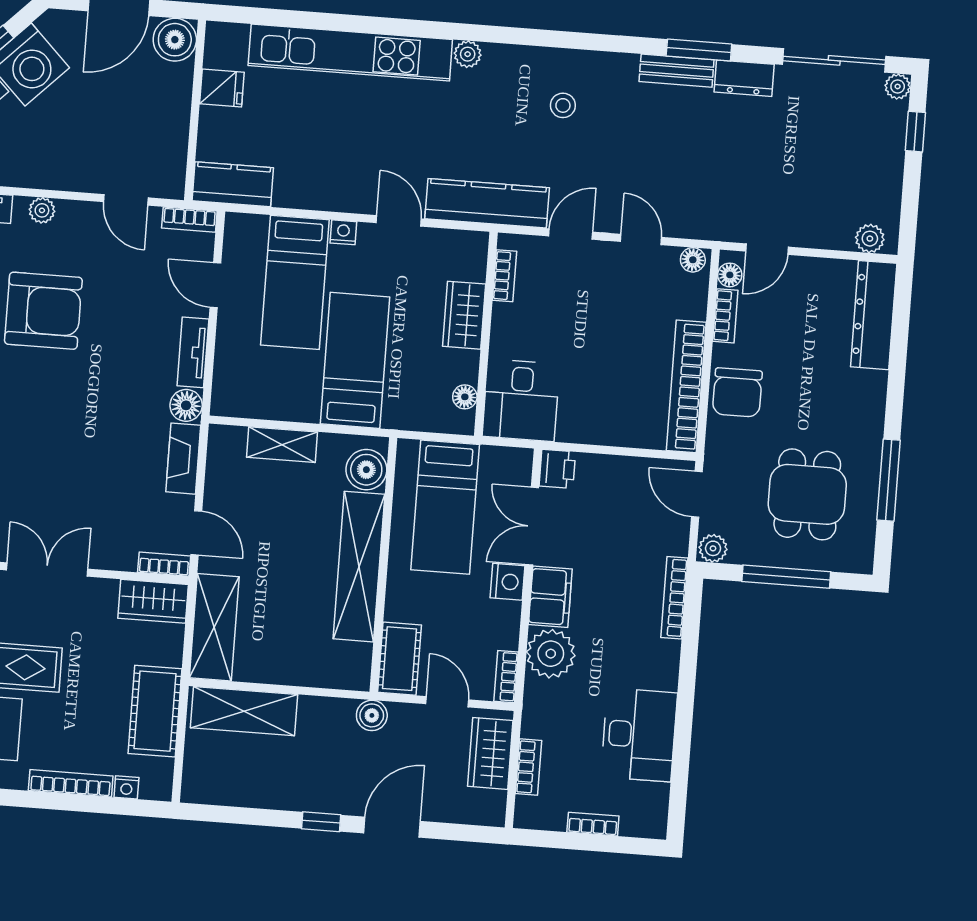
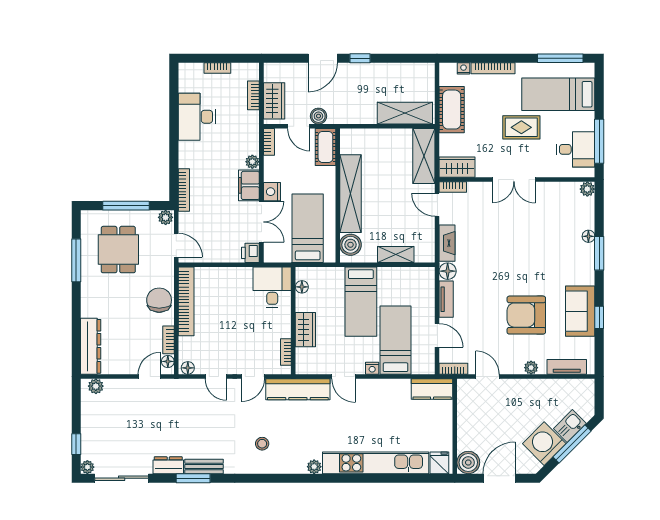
fridge: (222, 88) -> (439, 463), moved, turned 90
plant: (551, 654) -> (252, 162), width x0.53, depth x0.53
boiler: (372, 715) -> (318, 116), moved

